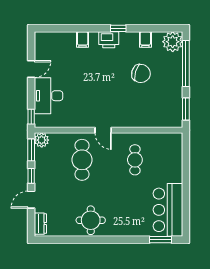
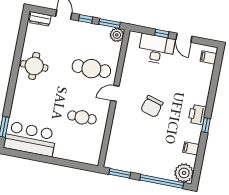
filing cabinet: (83, 40) -> (208, 57), moved
chair: (141, 73) -> (152, 106), moved
window: (31, 117) -> (162, 34), moved

